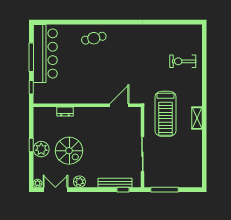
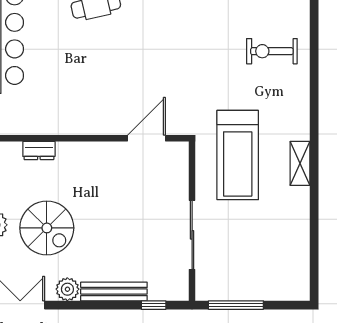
bench: (115, 183) -> (114, 291), moved

